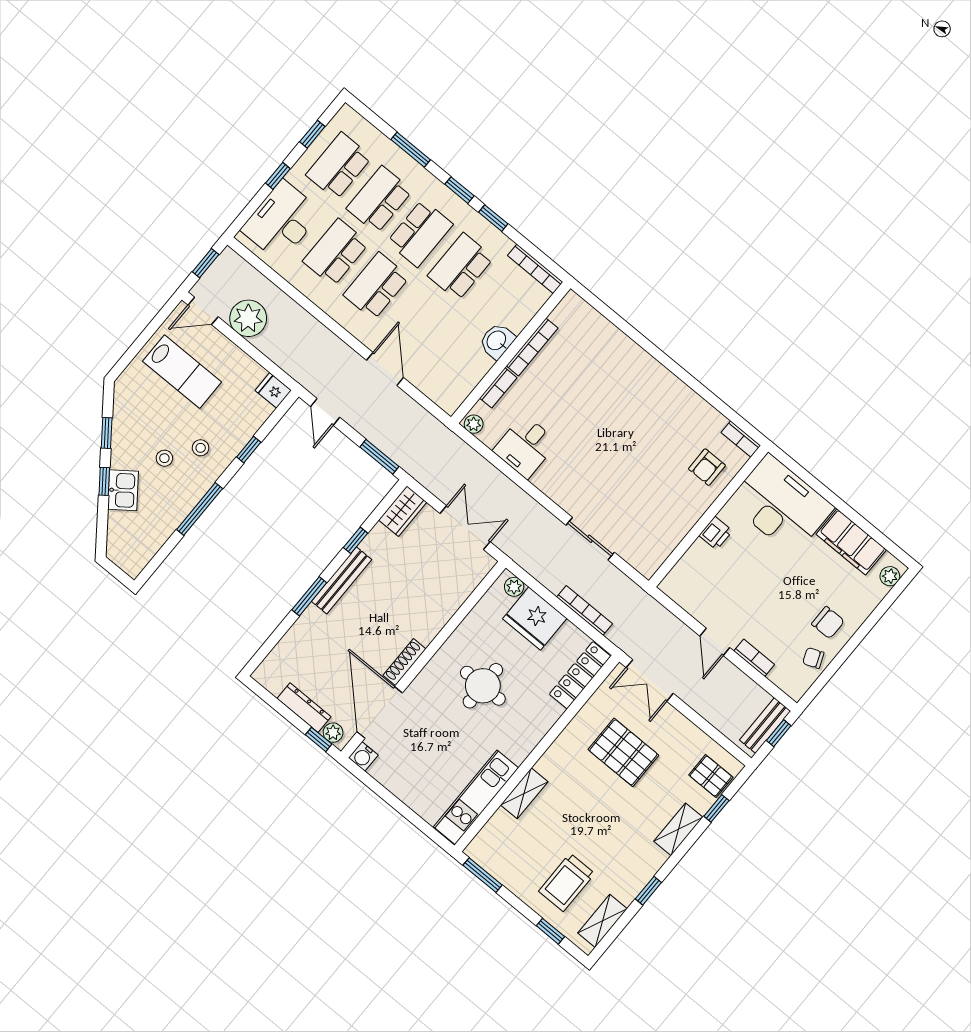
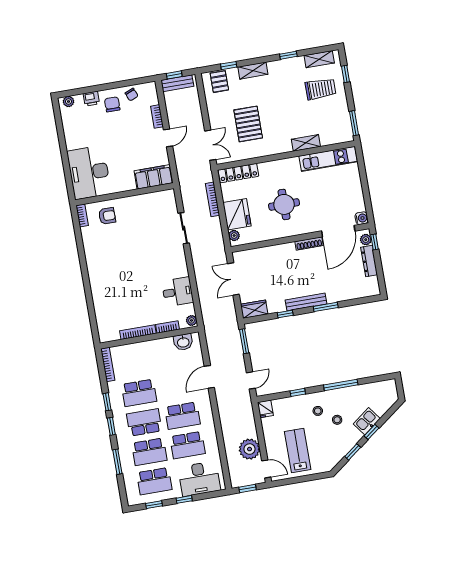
washbasin: (497, 341) -> (183, 342), moved
printer: (716, 533) -> (91, 99), moved, turned 180
filing cabinet: (851, 542) -> (154, 177), moved, turned -90

